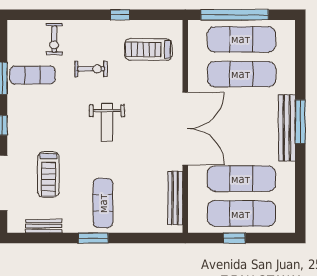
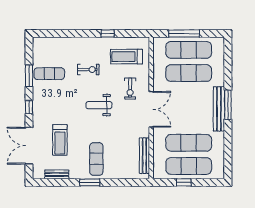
window: (235, 15) -> (184, 33), width x0.68
exercise bike: (54, 39) -> (130, 89), moved
weight bench: (107, 122) -> (99, 105), turned 90
double door: (185, 129) -> (151, 109), width x0.73

